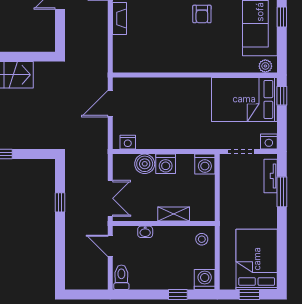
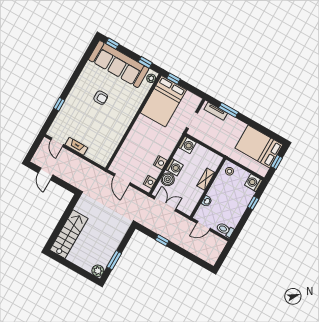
window: (282, 17) -> (145, 62), moved
nightstand: (269, 142) -> (160, 163), moved
double door: (110, 198) -> (165, 204), moved

